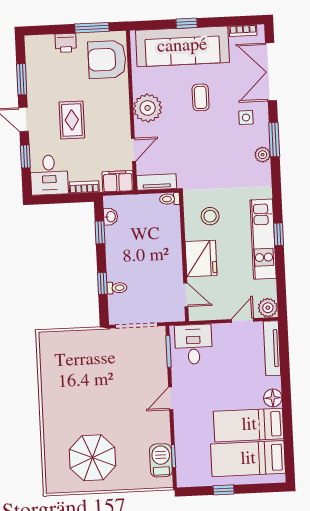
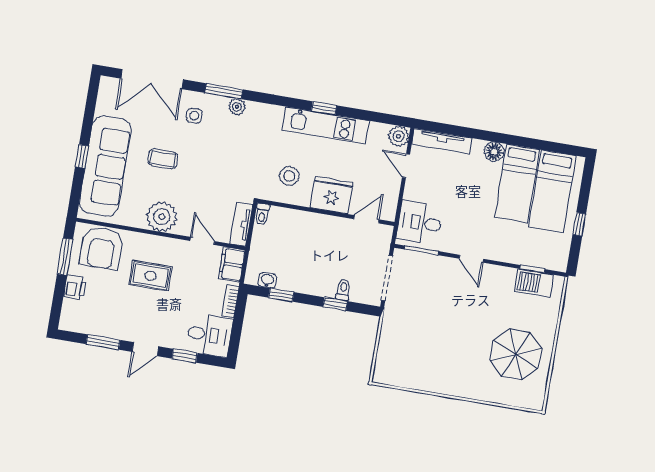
bookcase: (243, 31) -> (103, 99), removed
rug: (72, 120) -> (150, 276), moved

